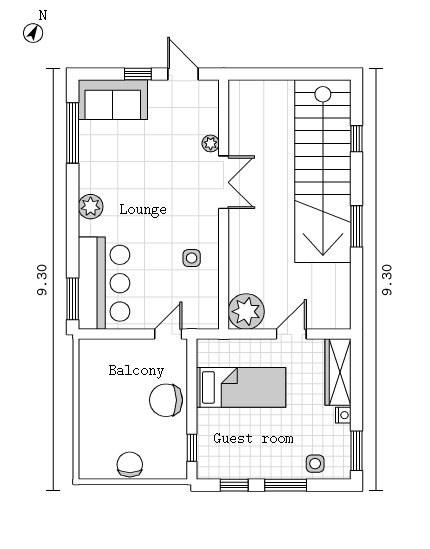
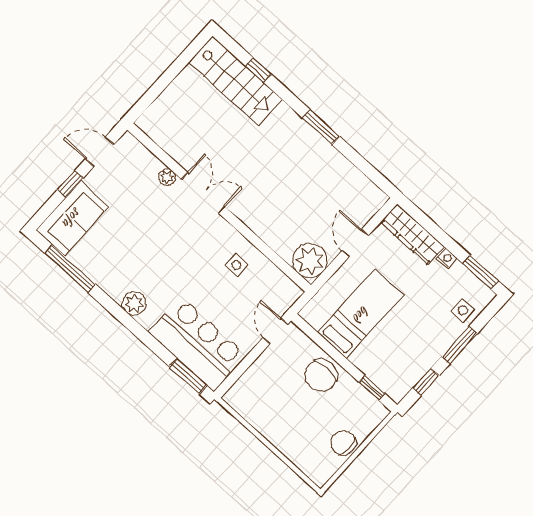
stairs: (323, 171) -> (236, 81), width x0.54, depth x0.66

